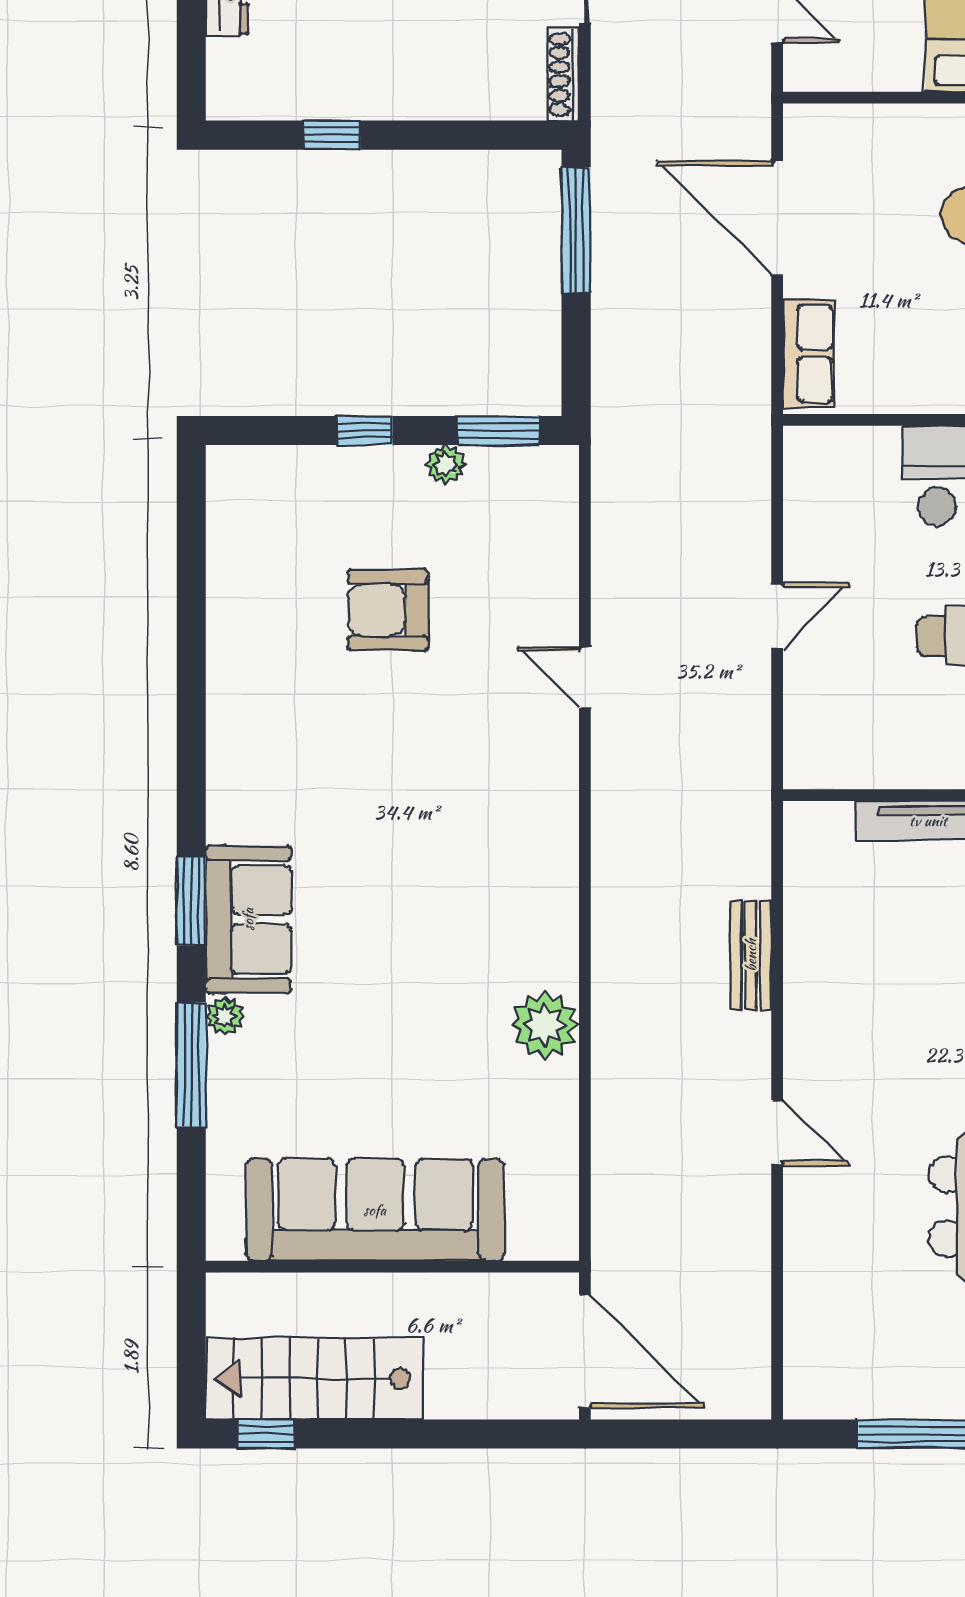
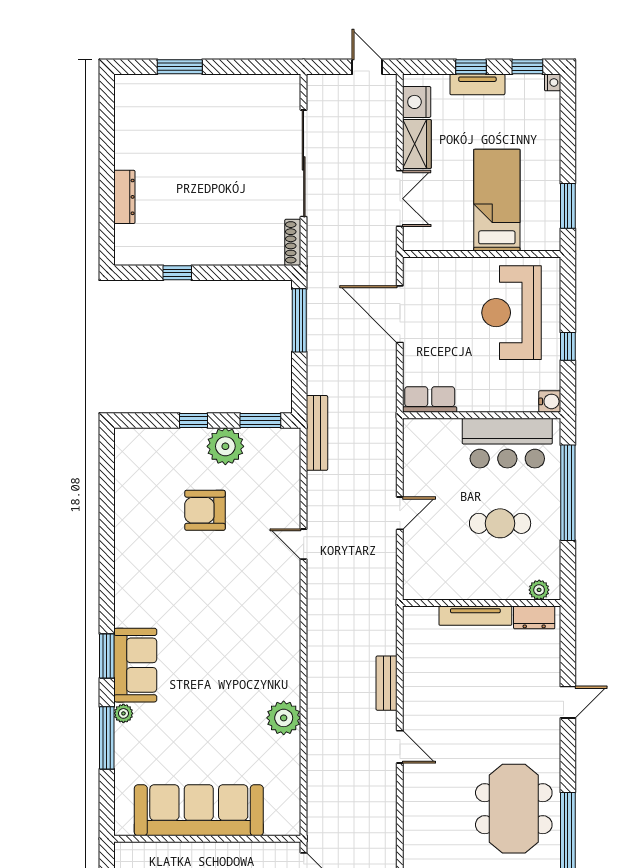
row of seats: (809, 354) -> (430, 399), moved, turned -90
bench: (612, 455) -> (317, 433), added
plant: (446, 465) -> (225, 446), width x1.87, depth x1.87
door: (777, 1133) -> (400, 747), moved

